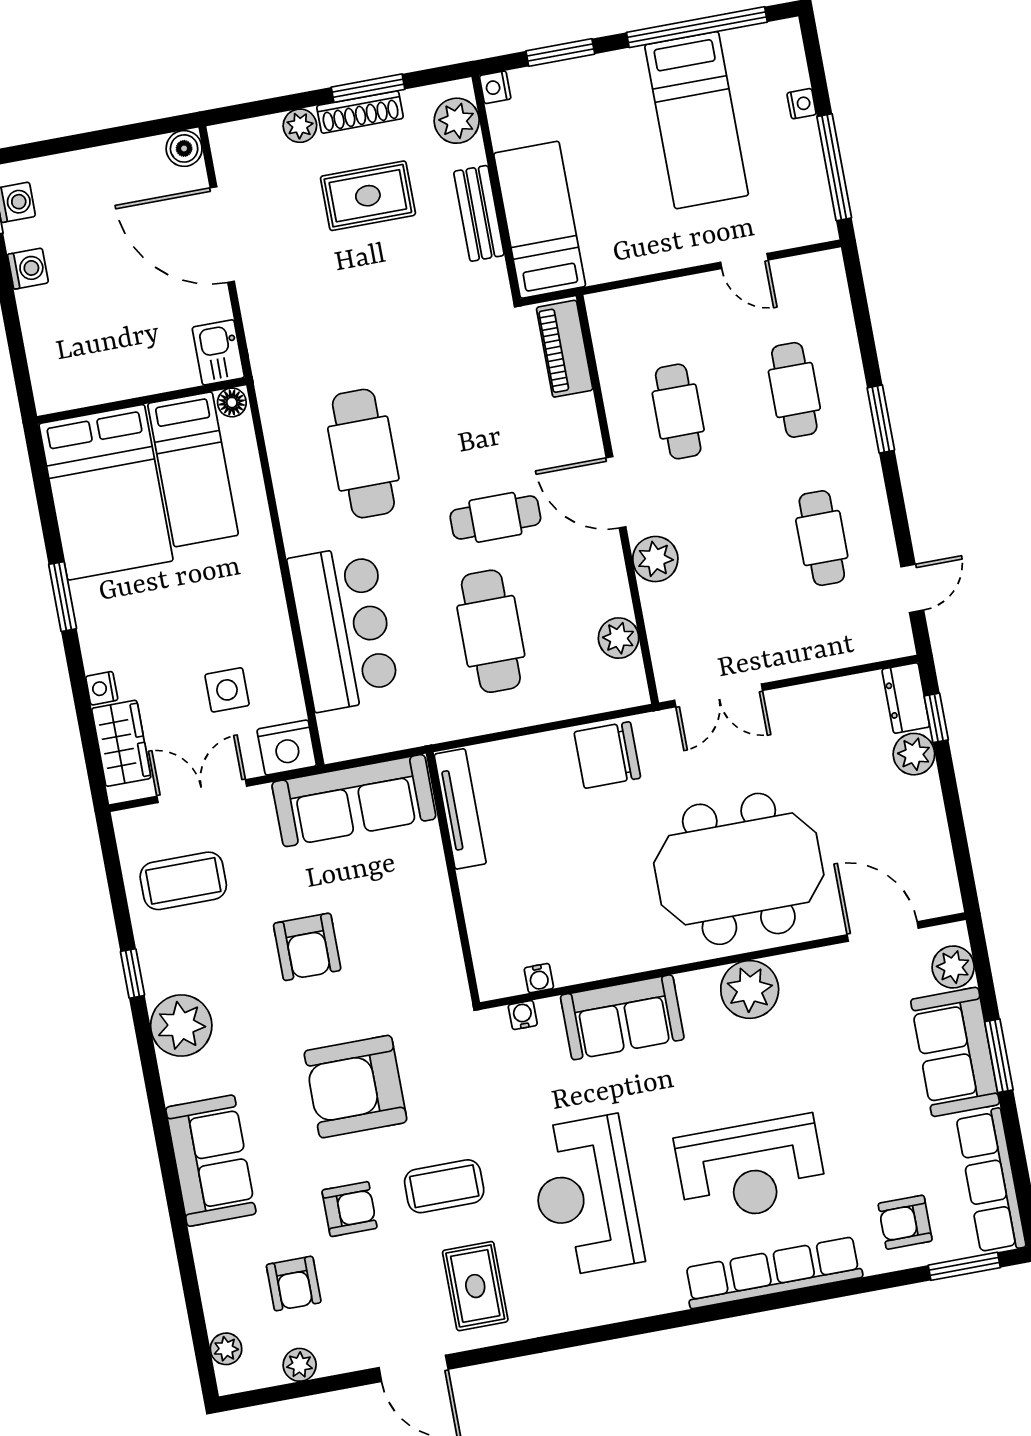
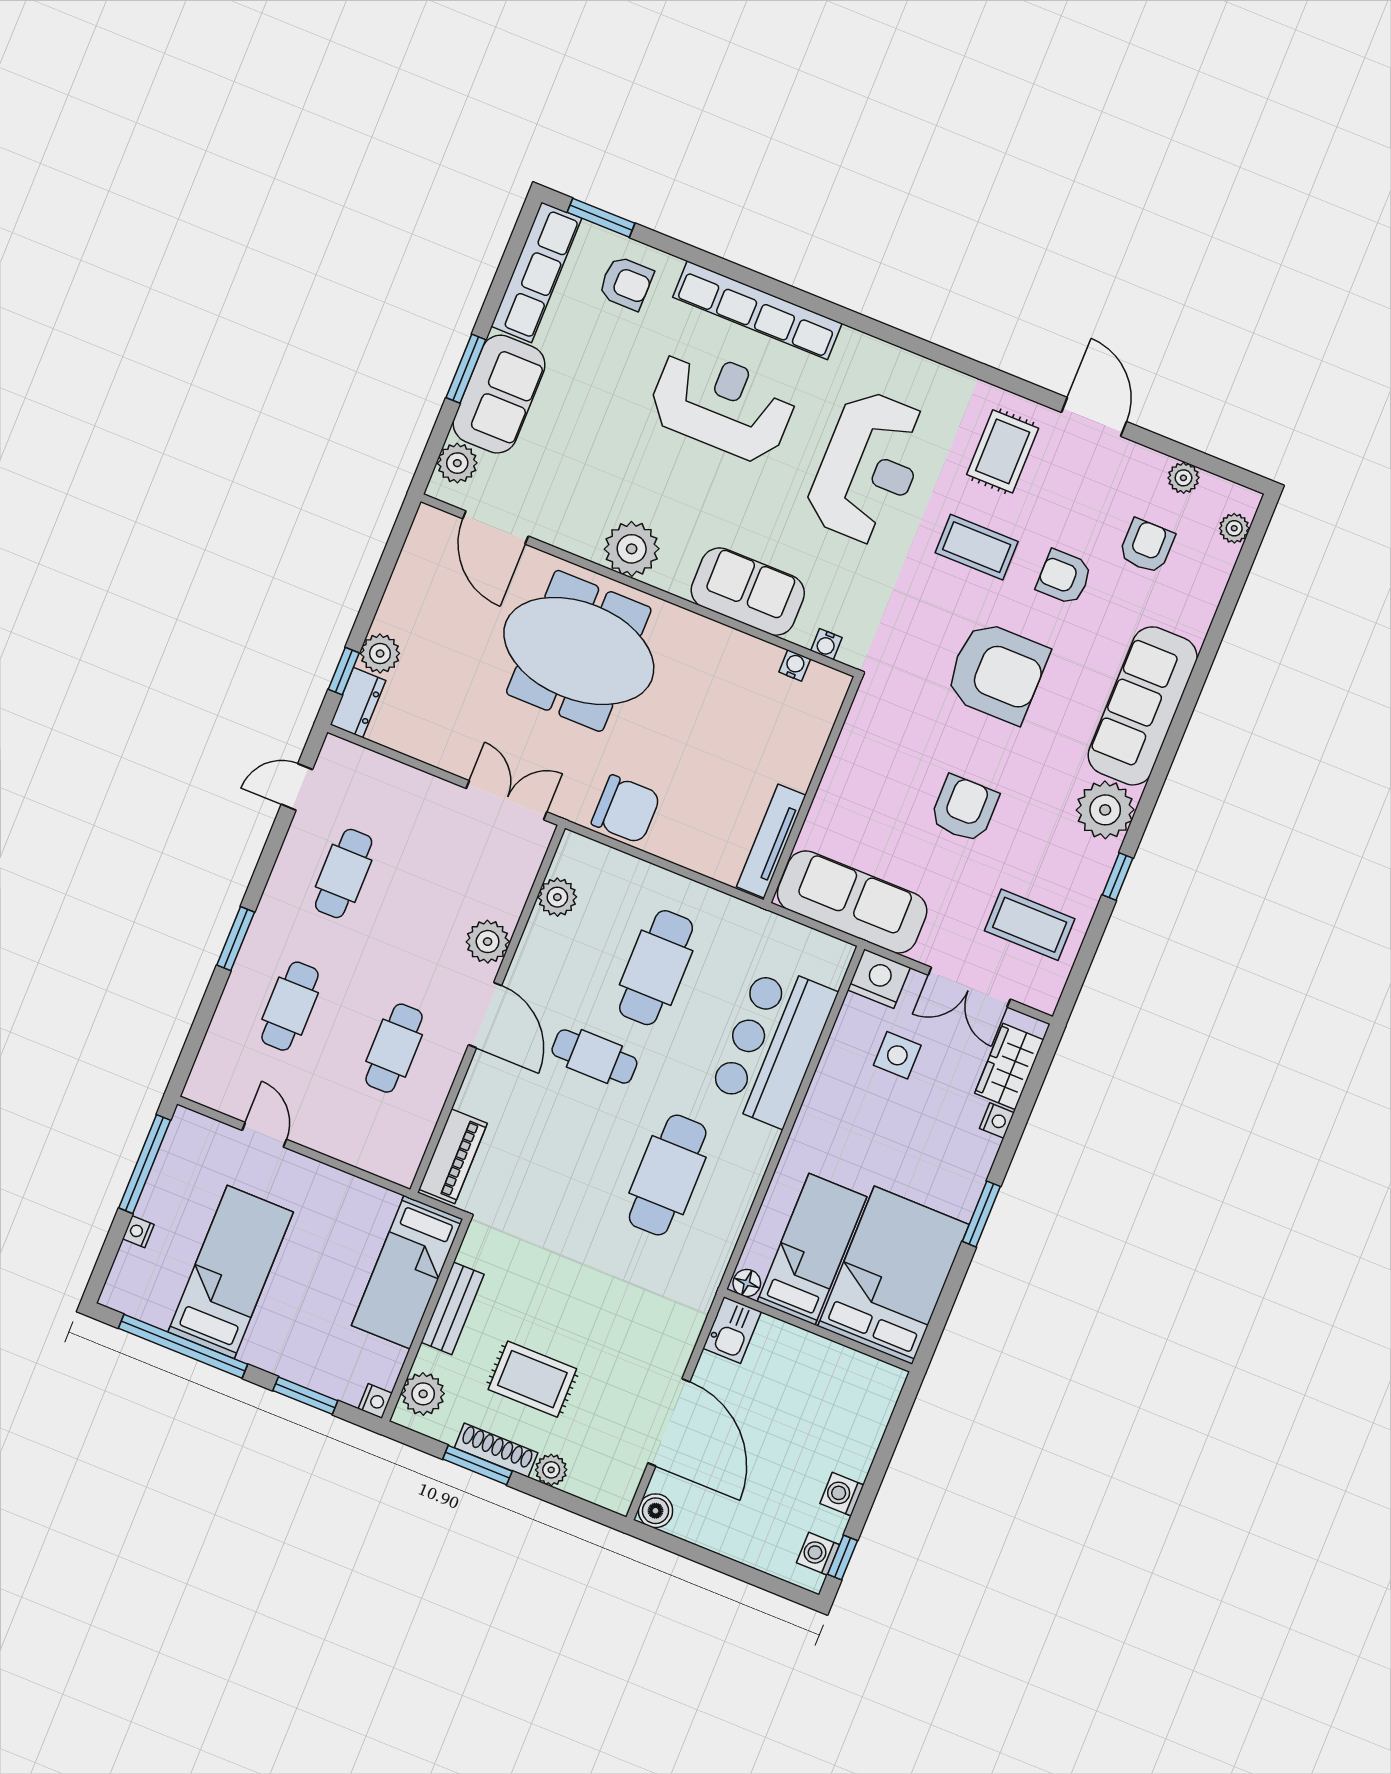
sofa: (211, 1161) -> (1143, 706), width x1.36

